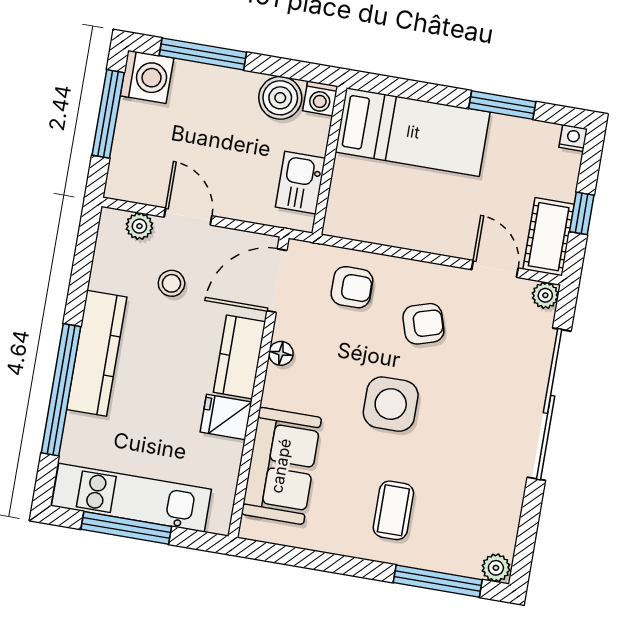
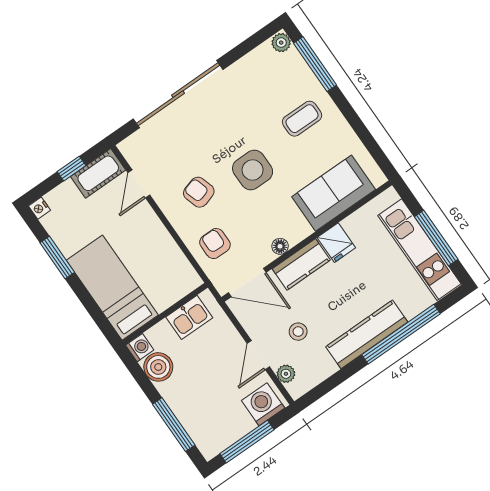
washing machine: (147, 77) -> (263, 404), moved
plant: (545, 295) -> (128, 147), removed

